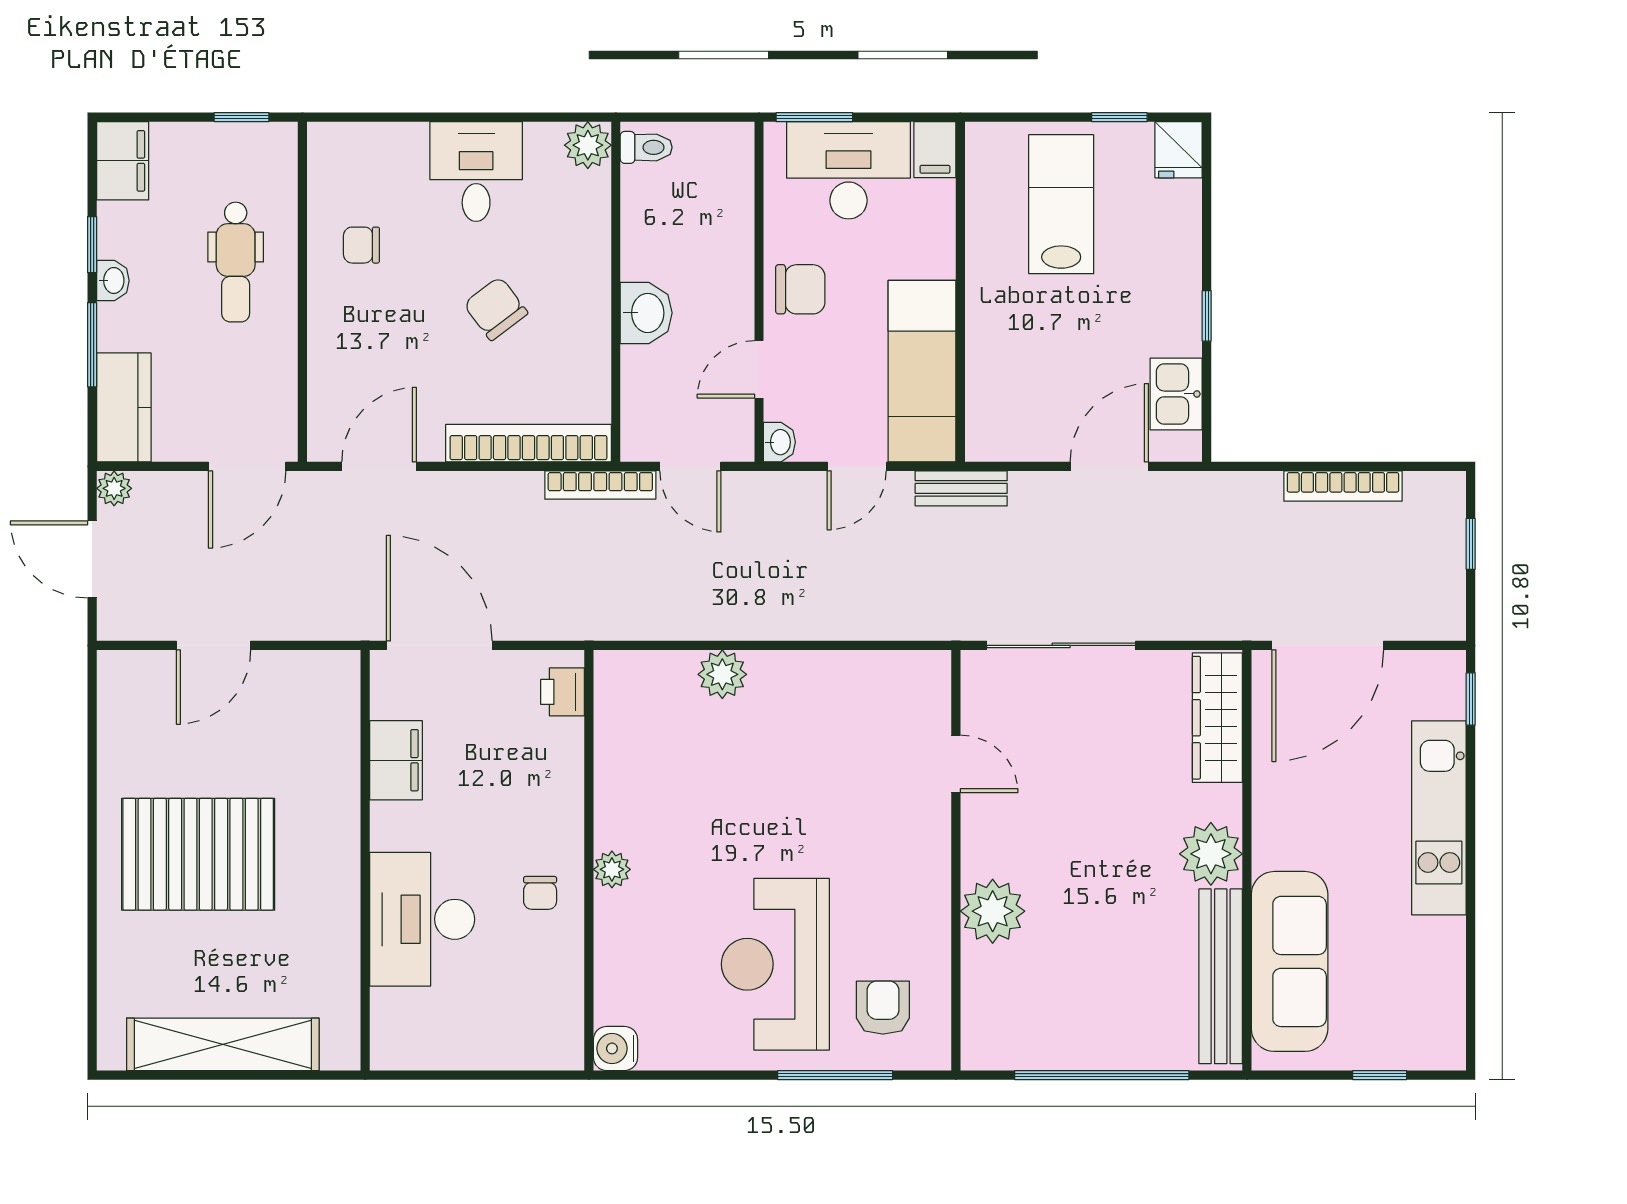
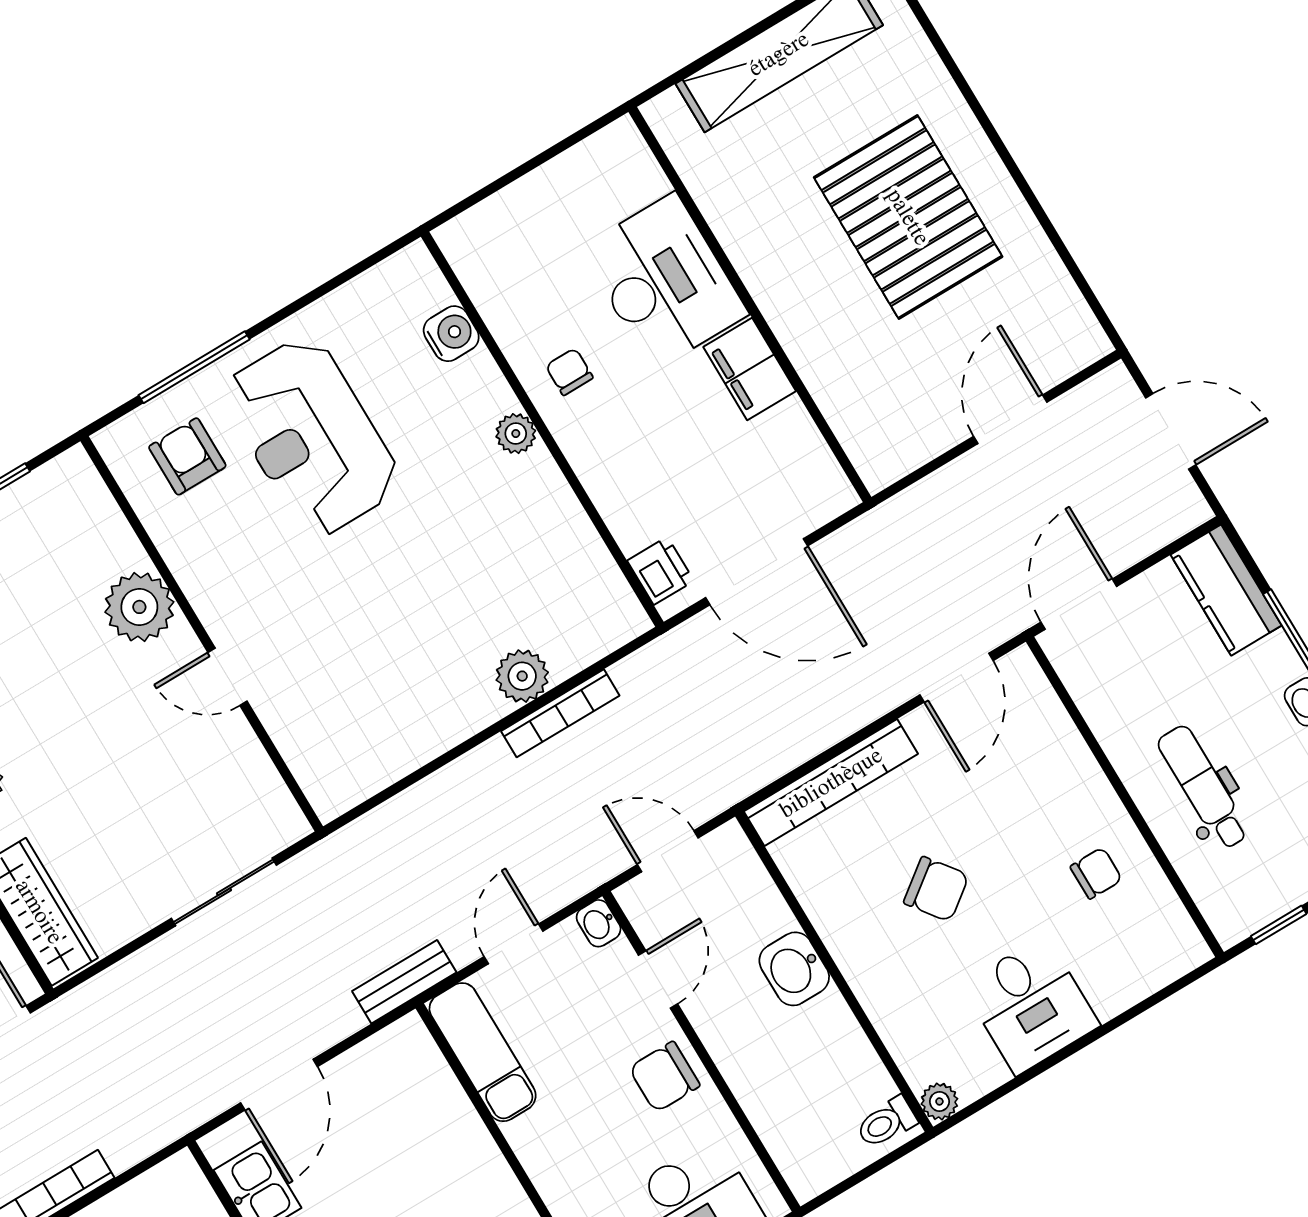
plant: (588, 145) -> (939, 1101), width x0.73, depth x0.73
exam couch: (922, 371) -> (483, 1052), width x0.73, depth x0.69
bookcase: (600, 485) -> (560, 713), moved, turned 180
plant: (114, 488) -> (1190, 510), removed
door: (439, 645) -> (757, 572), moved
sliding door: (1061, 645) -> (224, 892), width x0.73
filing cabinet: (396, 760) -> (750, 369), moved
door: (956, 764) -> (228, 677), moved
pallet: (198, 854) -> (908, 217), turned 90
reception desk: (775, 964) -> (311, 437), turned 180
armchair: (883, 1008) -> (187, 456), turned 180
water cooler: (616, 1048) -> (451, 334), moved

